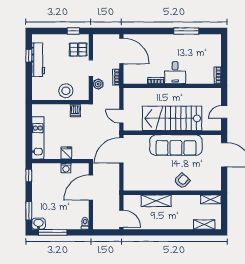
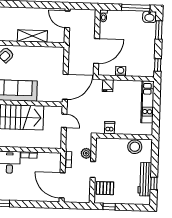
stool: (66, 91) -> (135, 147), moved
fridge: (66, 153) -> (108, 86), moved

